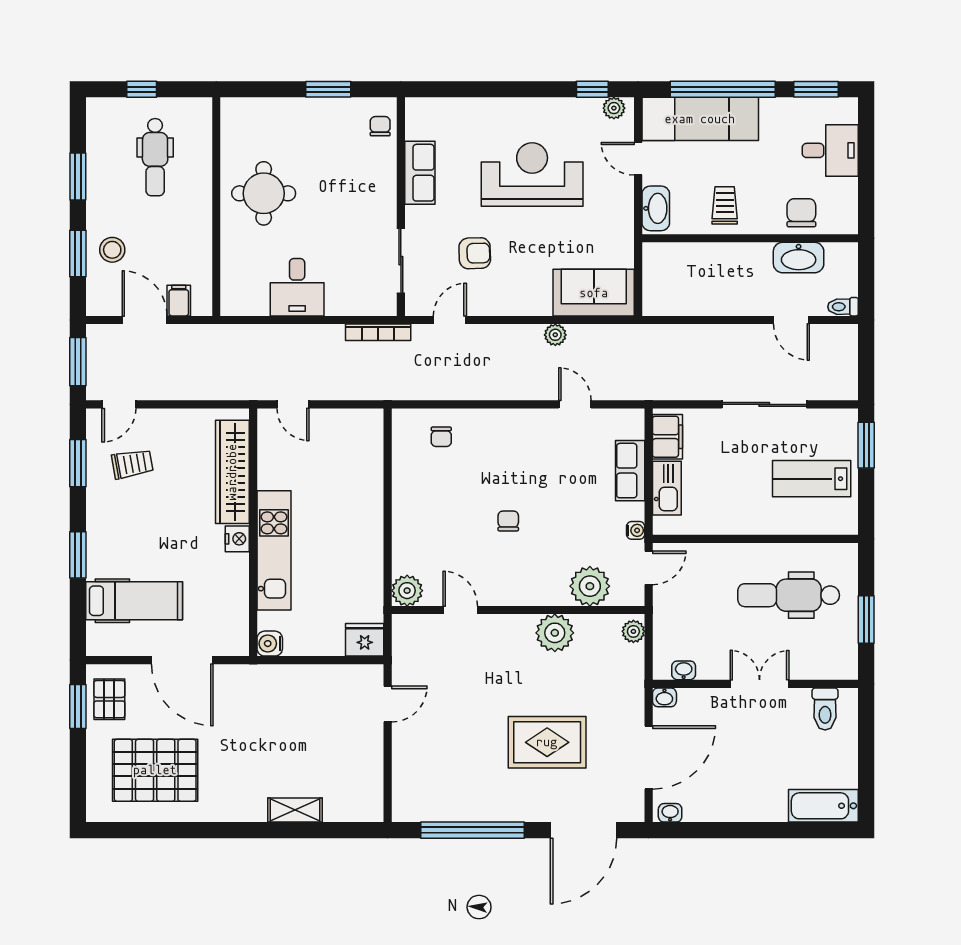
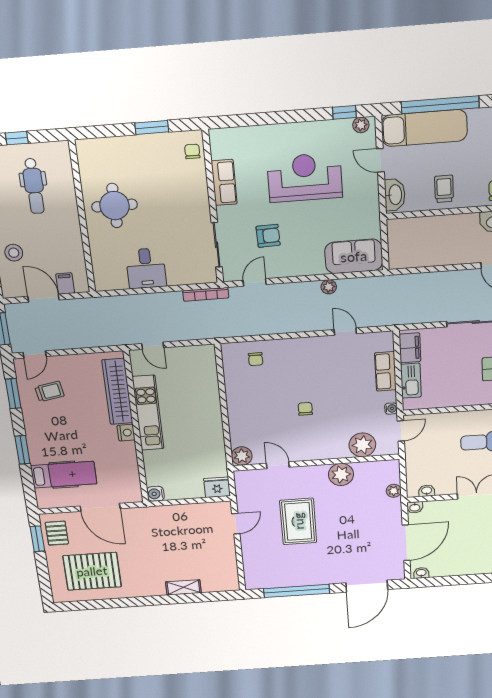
kitchen unit: (274, 550) -> (148, 413), moved
plant: (633, 631) -> (394, 491), moved
rug: (547, 742) -> (298, 521), moved, turned 90

